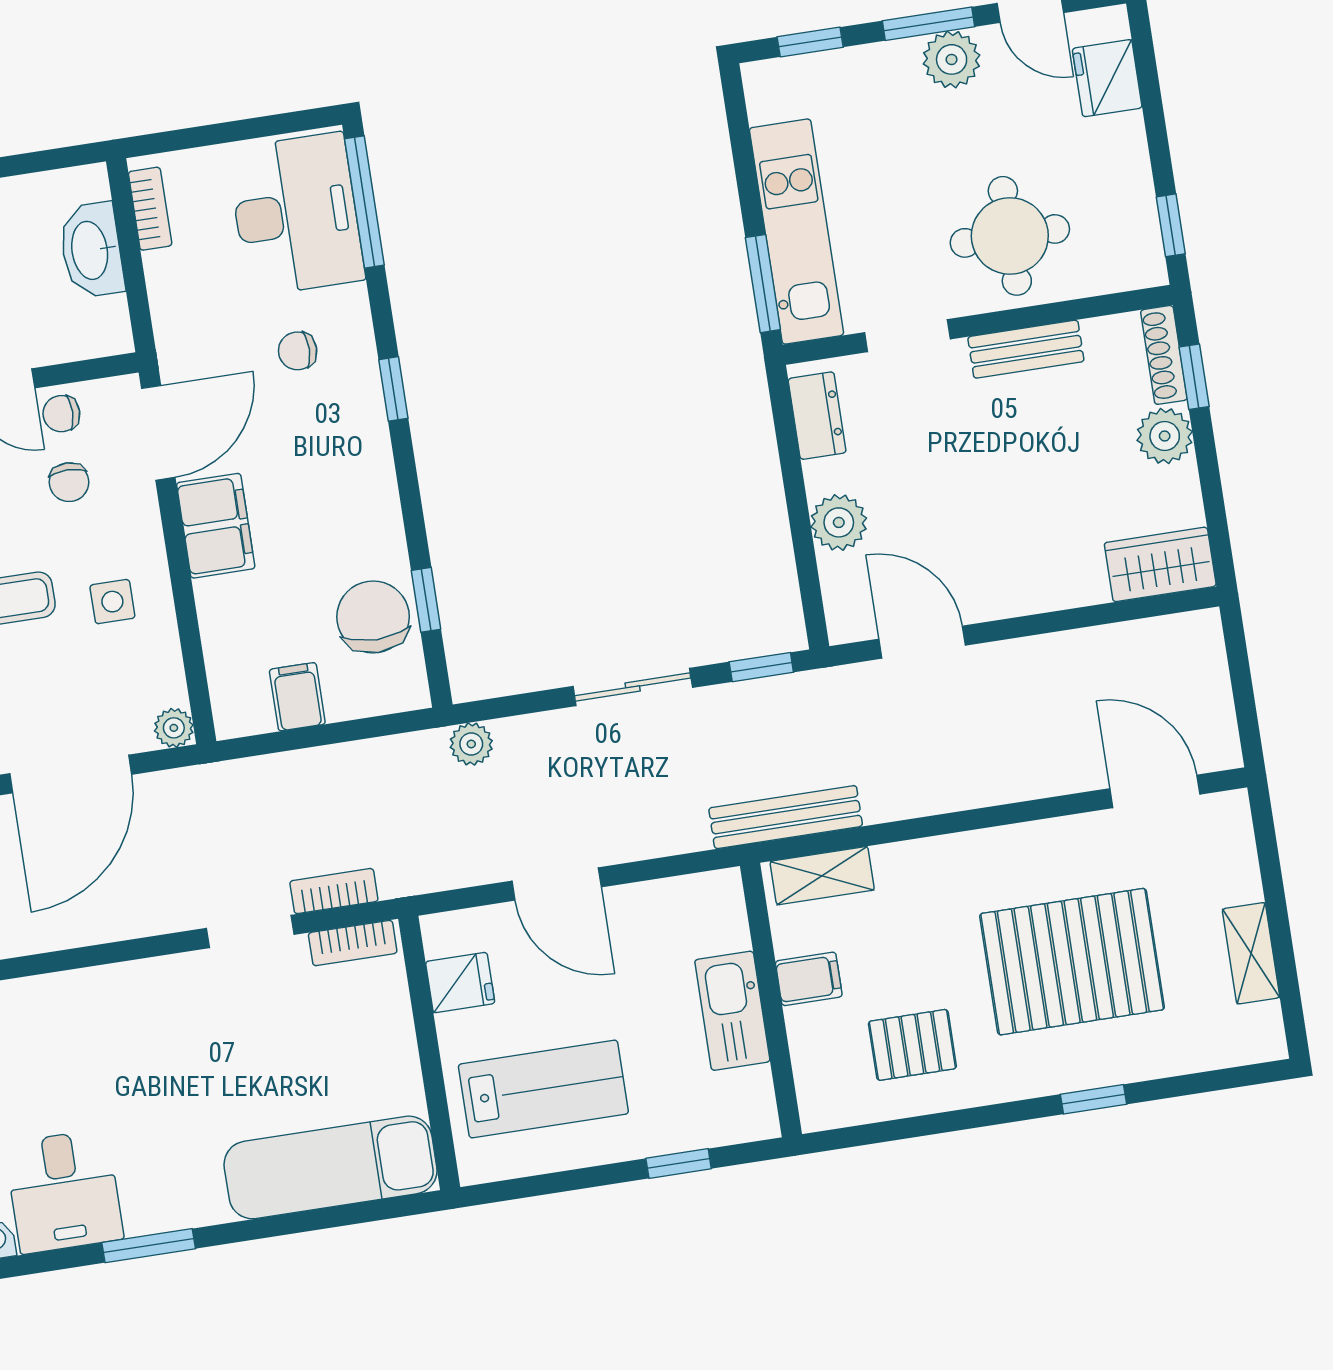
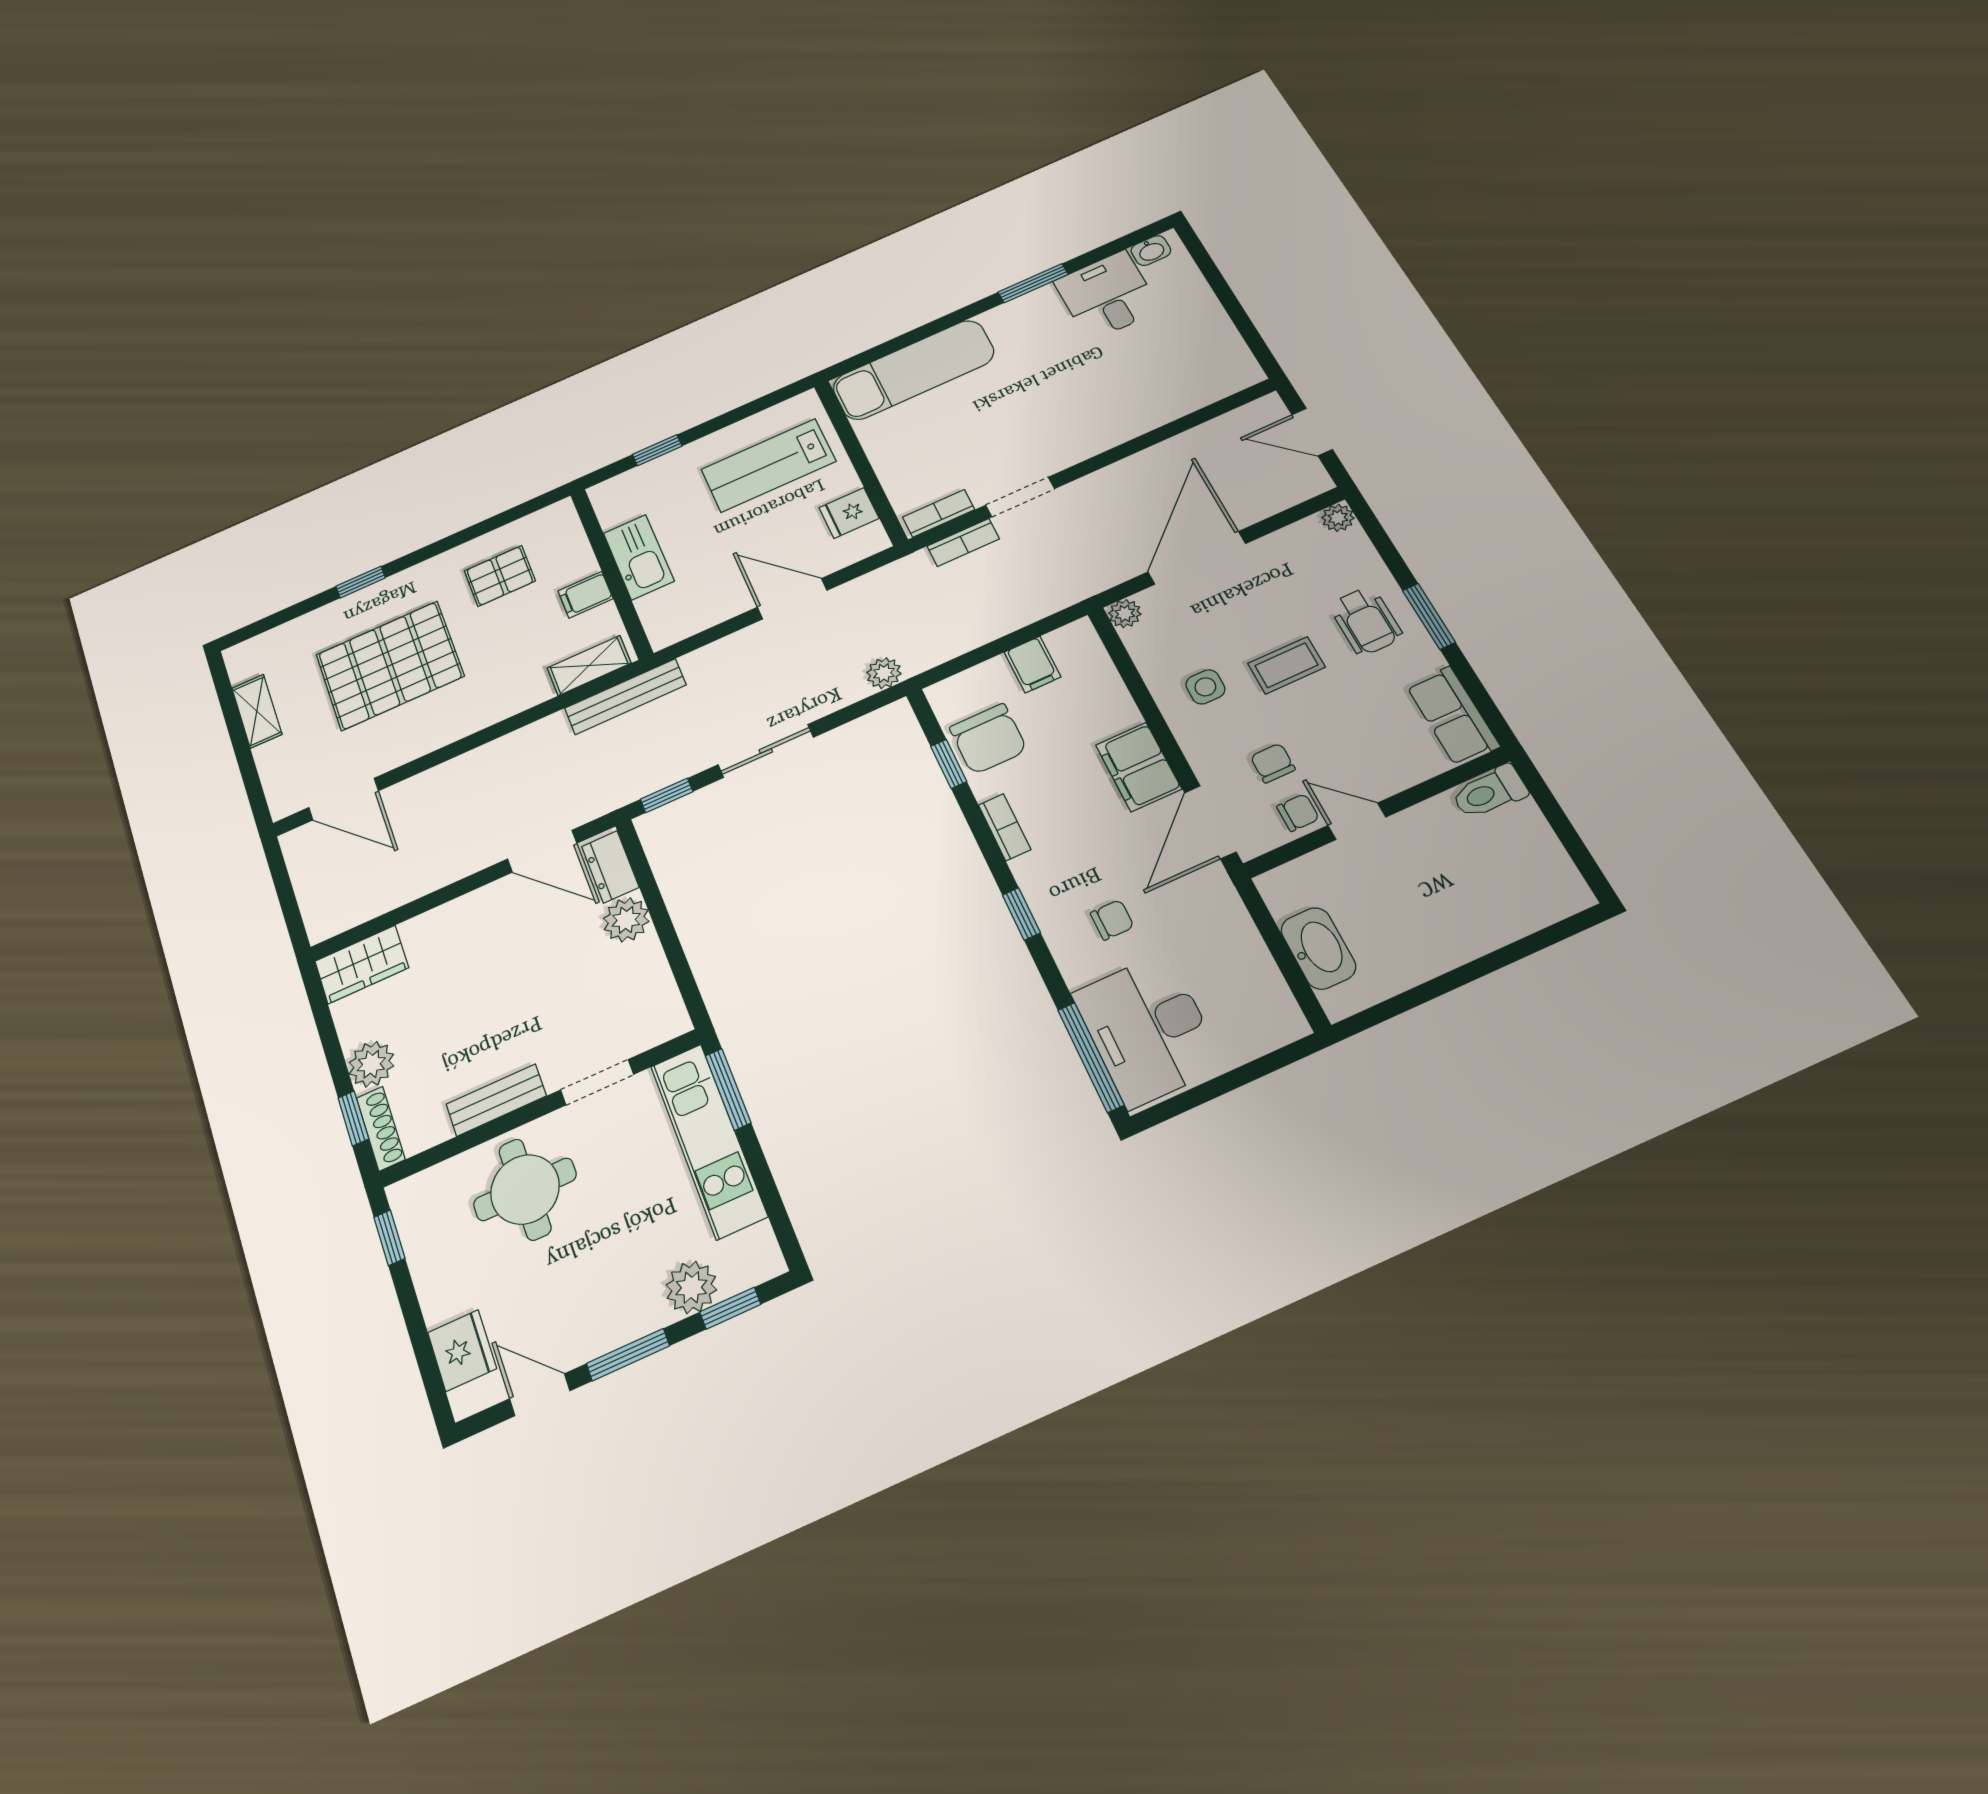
plant: (952, 59) -> (691, 1287), moved
bookcase: (150, 209) -> (1005, 827), moved, turned 180
dresser: (817, 416) -> (610, 867), moved

